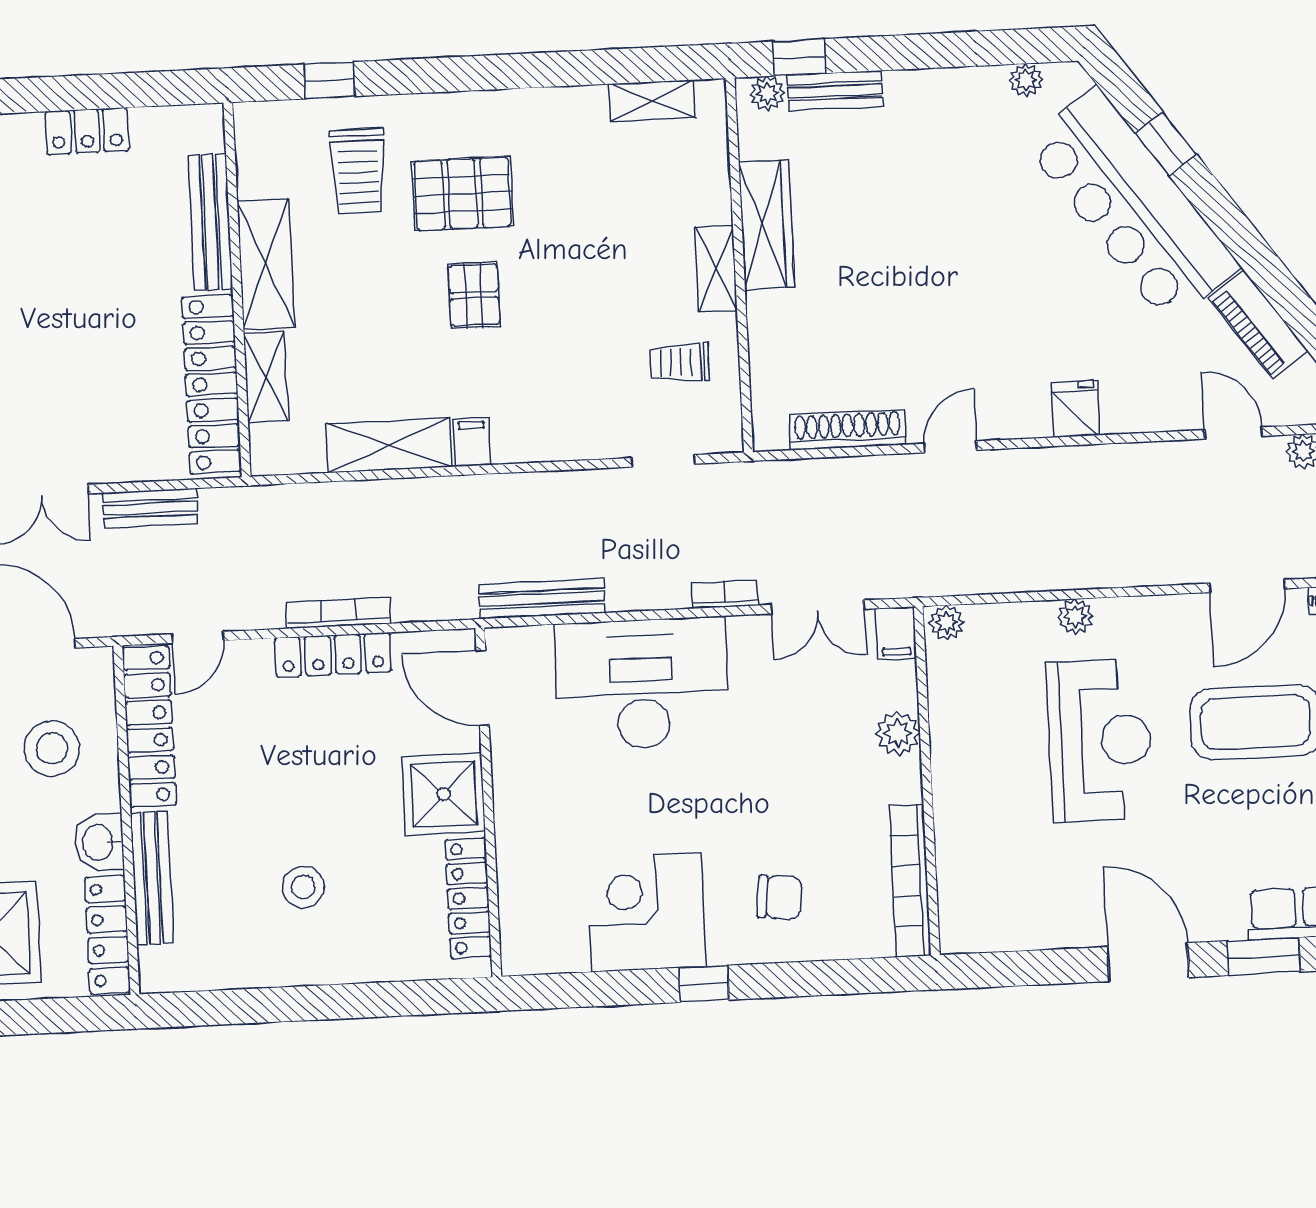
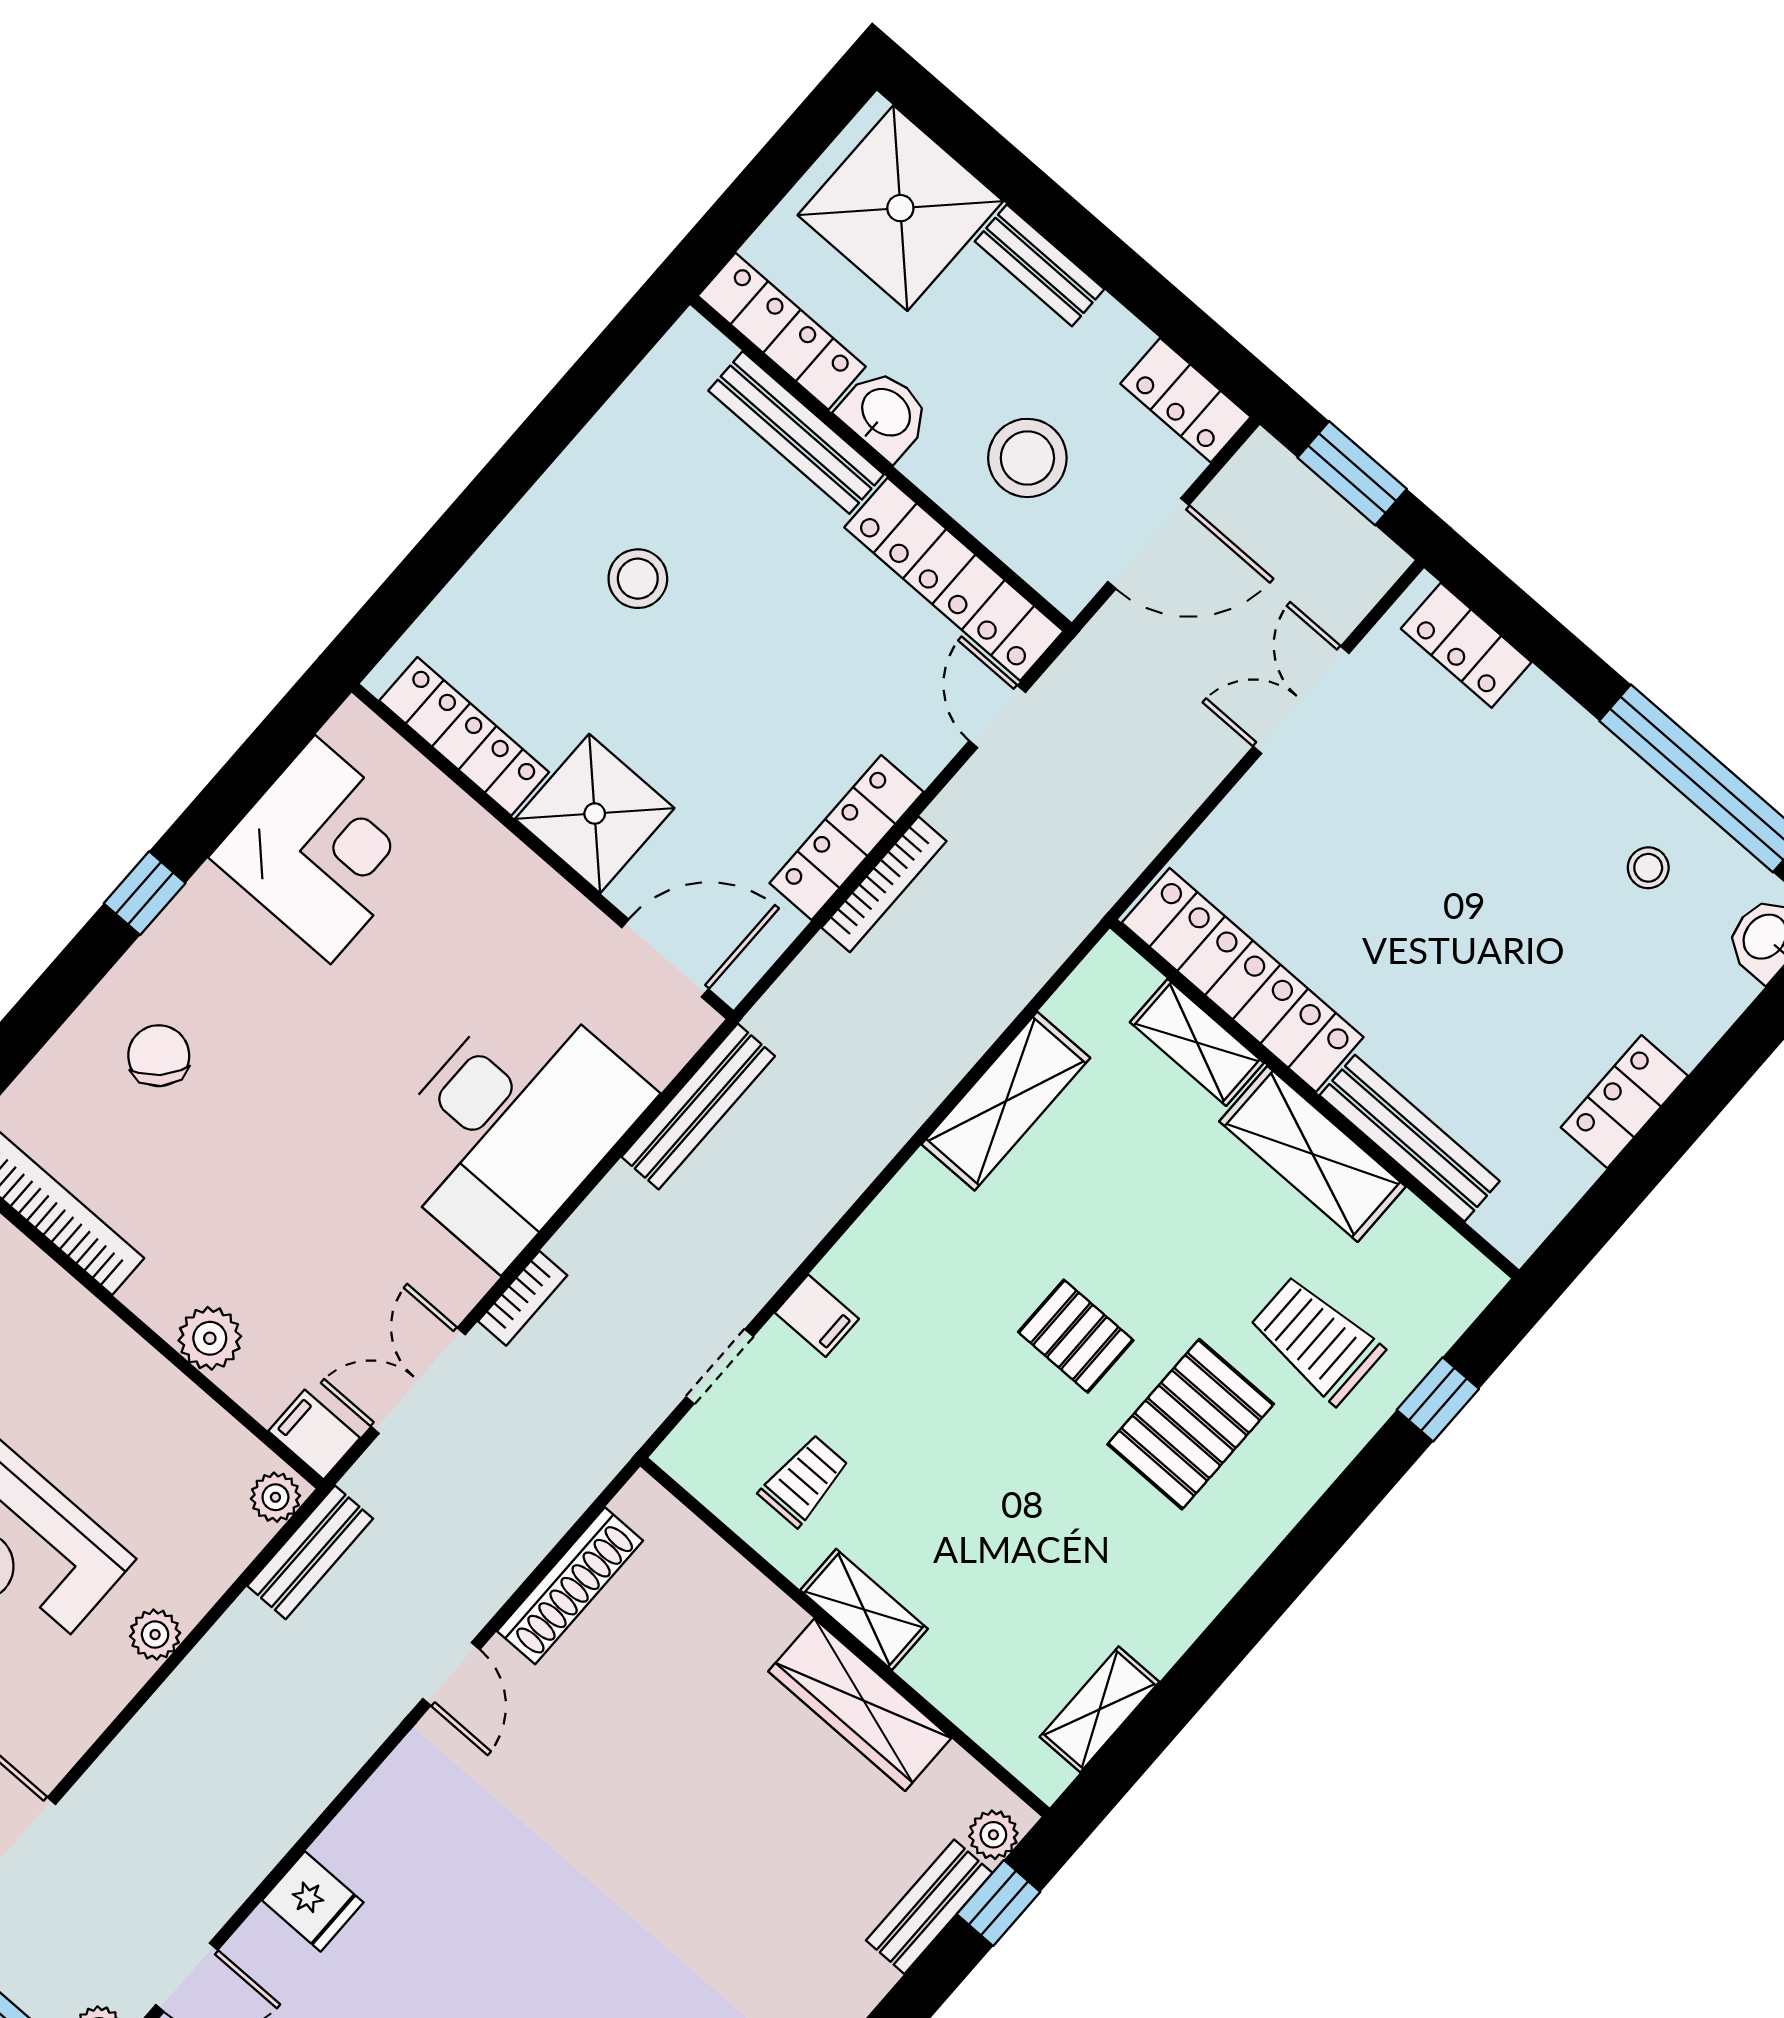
fridge: (1075, 409) -> (313, 1901), moved
filing cabinet: (472, 442) -> (817, 1316), moved
bench: (150, 508) -> (310, 1552), moved
chair: (779, 897) -> (159, 1056), turned 129
corner desk: (646, 912) -> (323, 850), moved

